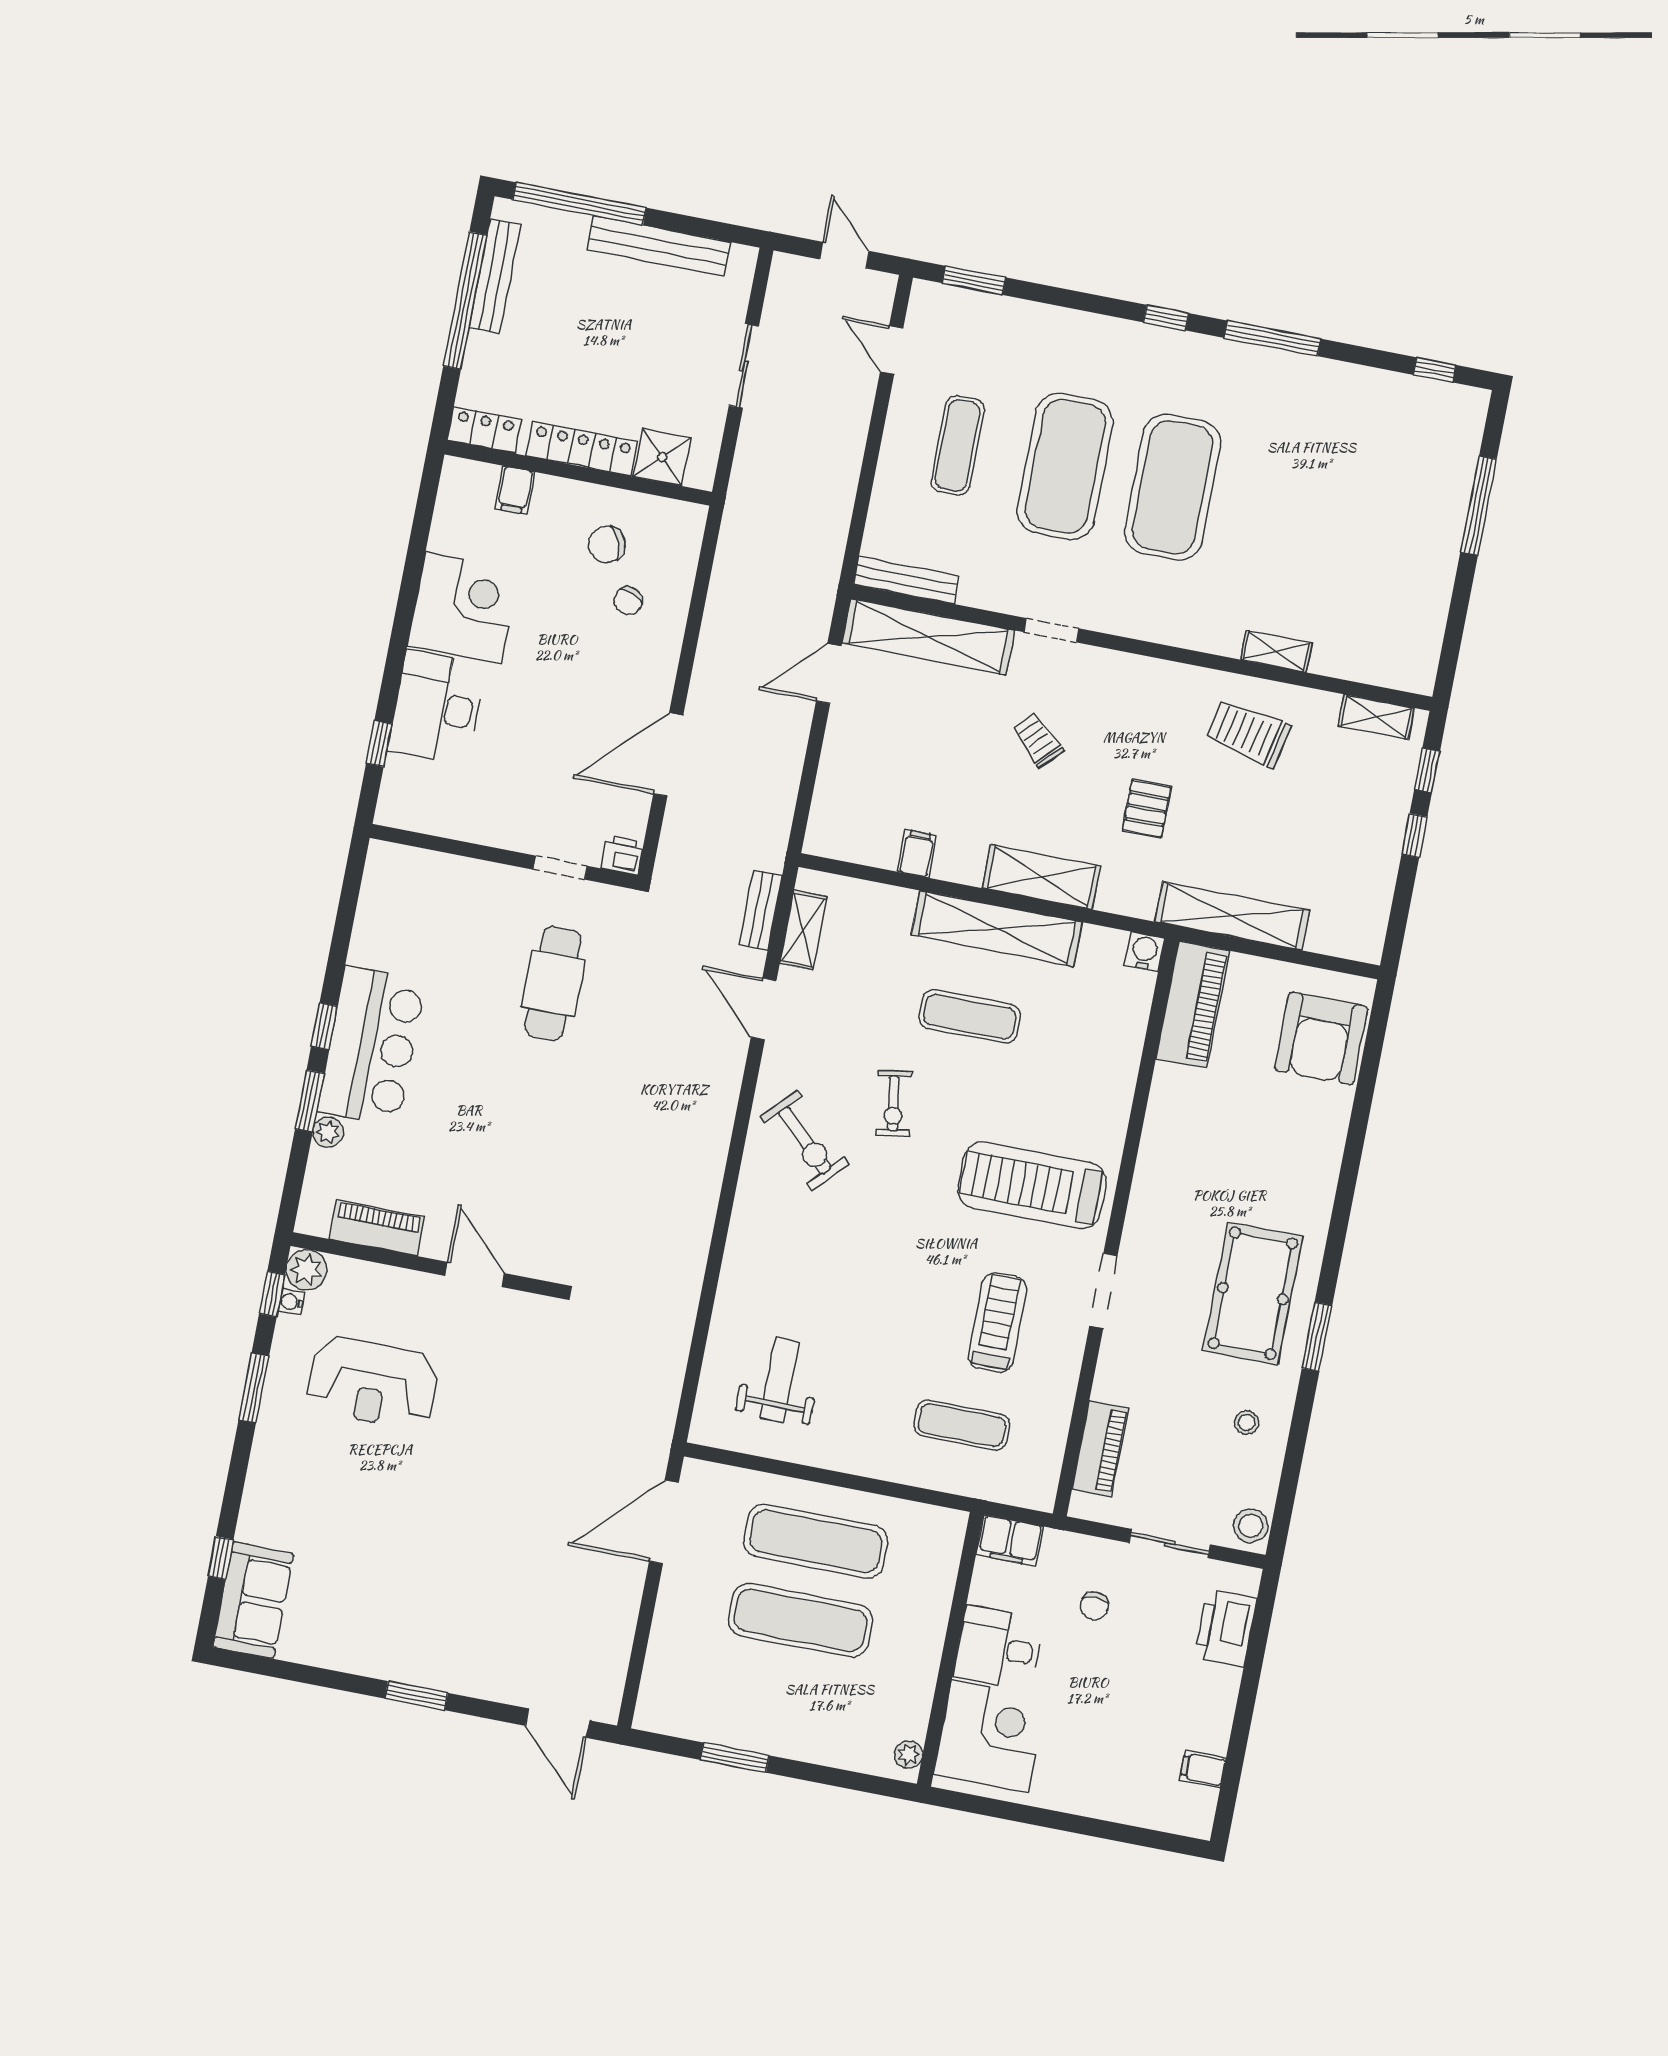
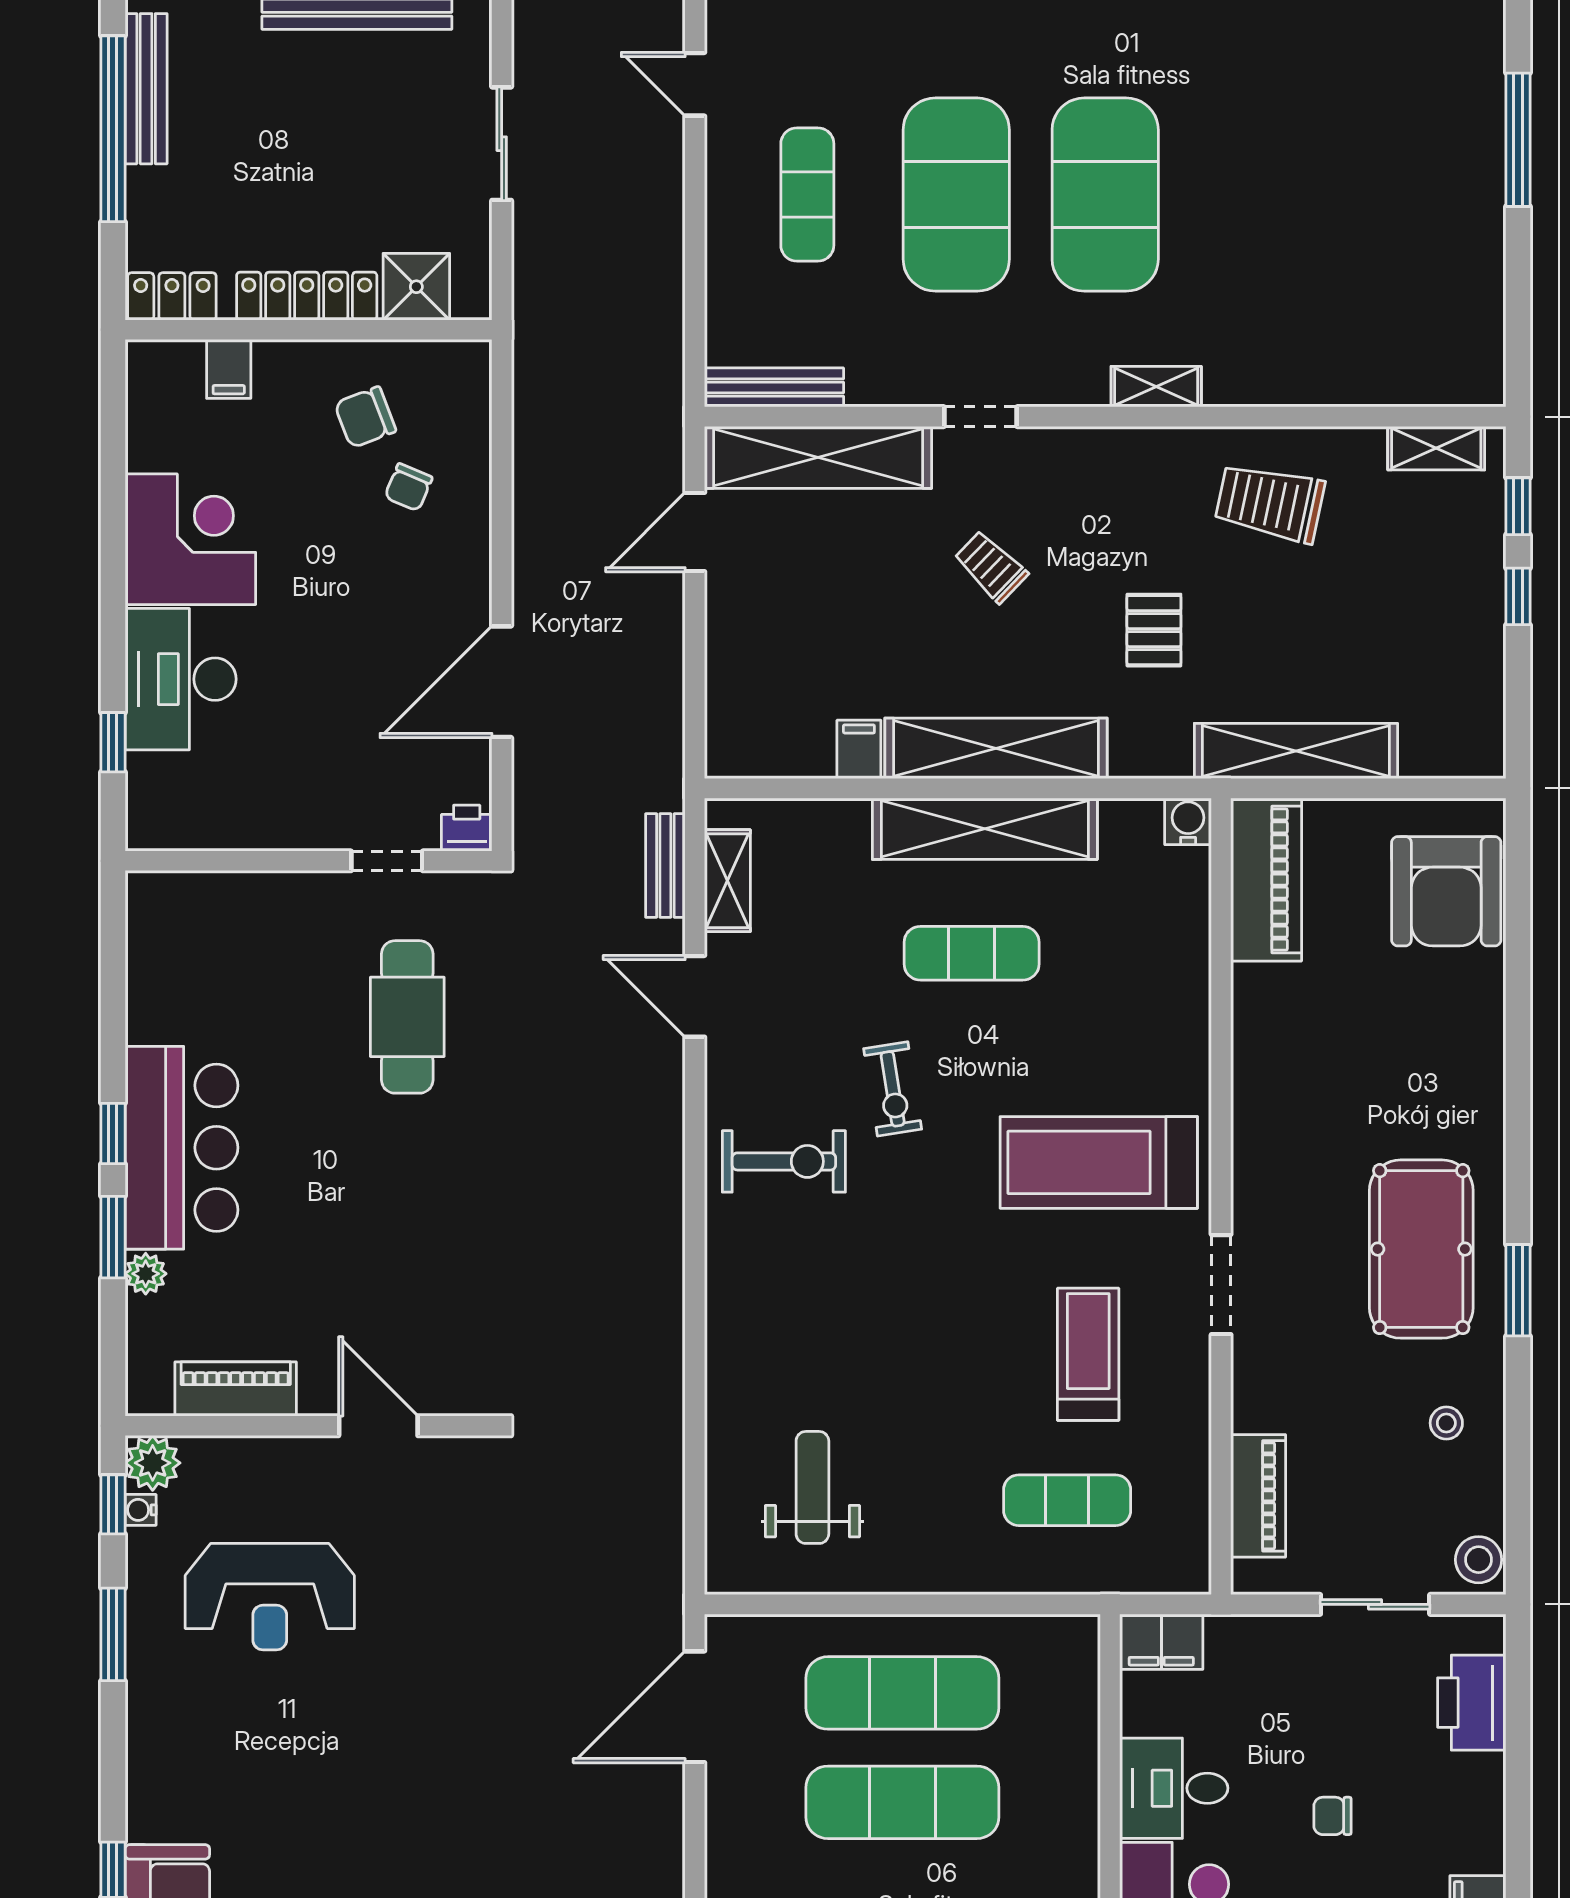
shelving: (1276, 651) -> (1156, 387), moved
shelving: (1042, 877) -> (996, 748), width x1.47
exercise bike: (805, 1141) -> (784, 1161), turned -44
chair: (1094, 1606) -> (1332, 1816), moved, turned 90

